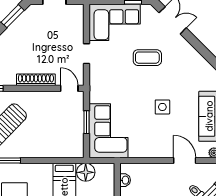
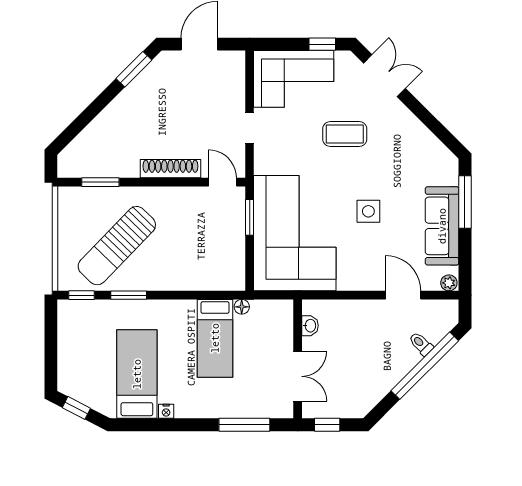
window: (86, 122) -> (250, 217), moved
corner sofa: (108, 131) -> (295, 233), width x1.36, depth x1.36
floor lamp: (86, 172) -> (242, 307), width x0.53, depth x0.53

